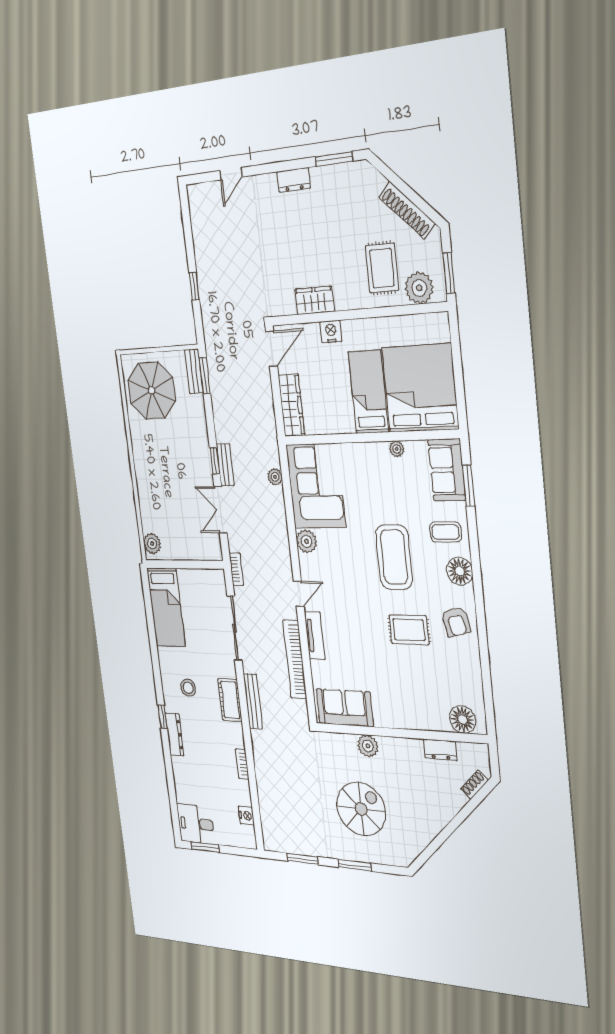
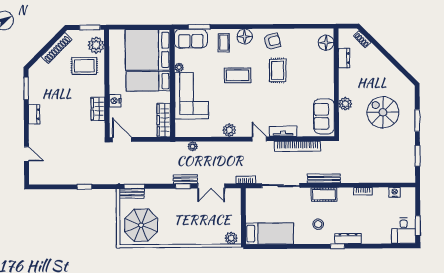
wardrobe: (291, 405) -> (164, 120), moved, turned -90
corner sofa: (316, 486) -> (191, 96), moved, turned 90
coffee table: (394, 557) -> (238, 75), width x0.73, depth x0.76

